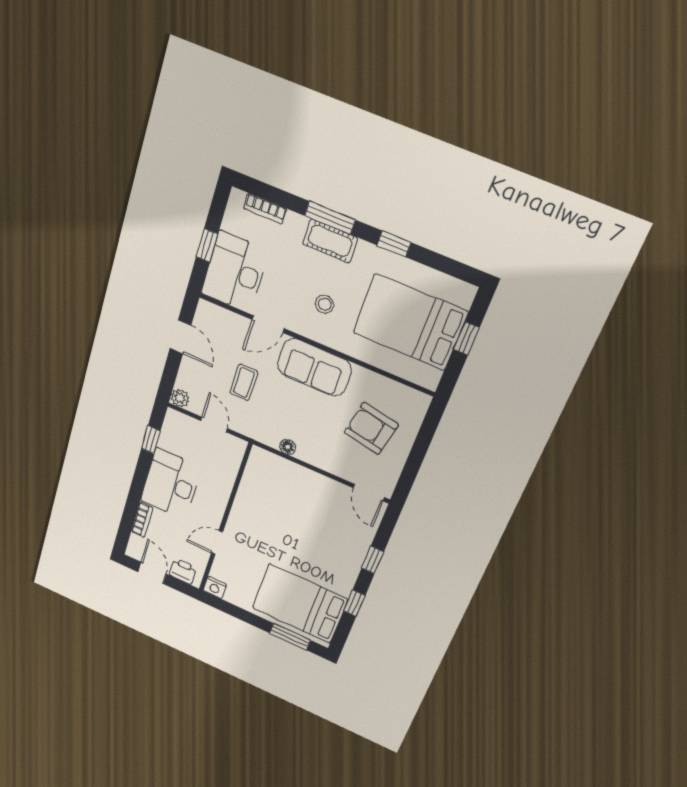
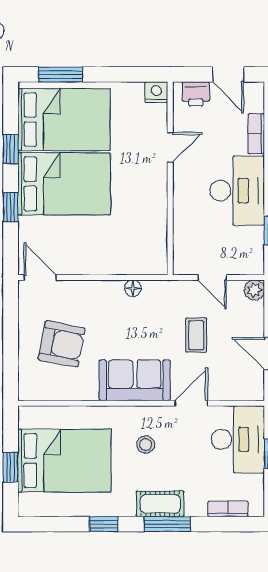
bed: (318, 556) -> (64, 184), added

